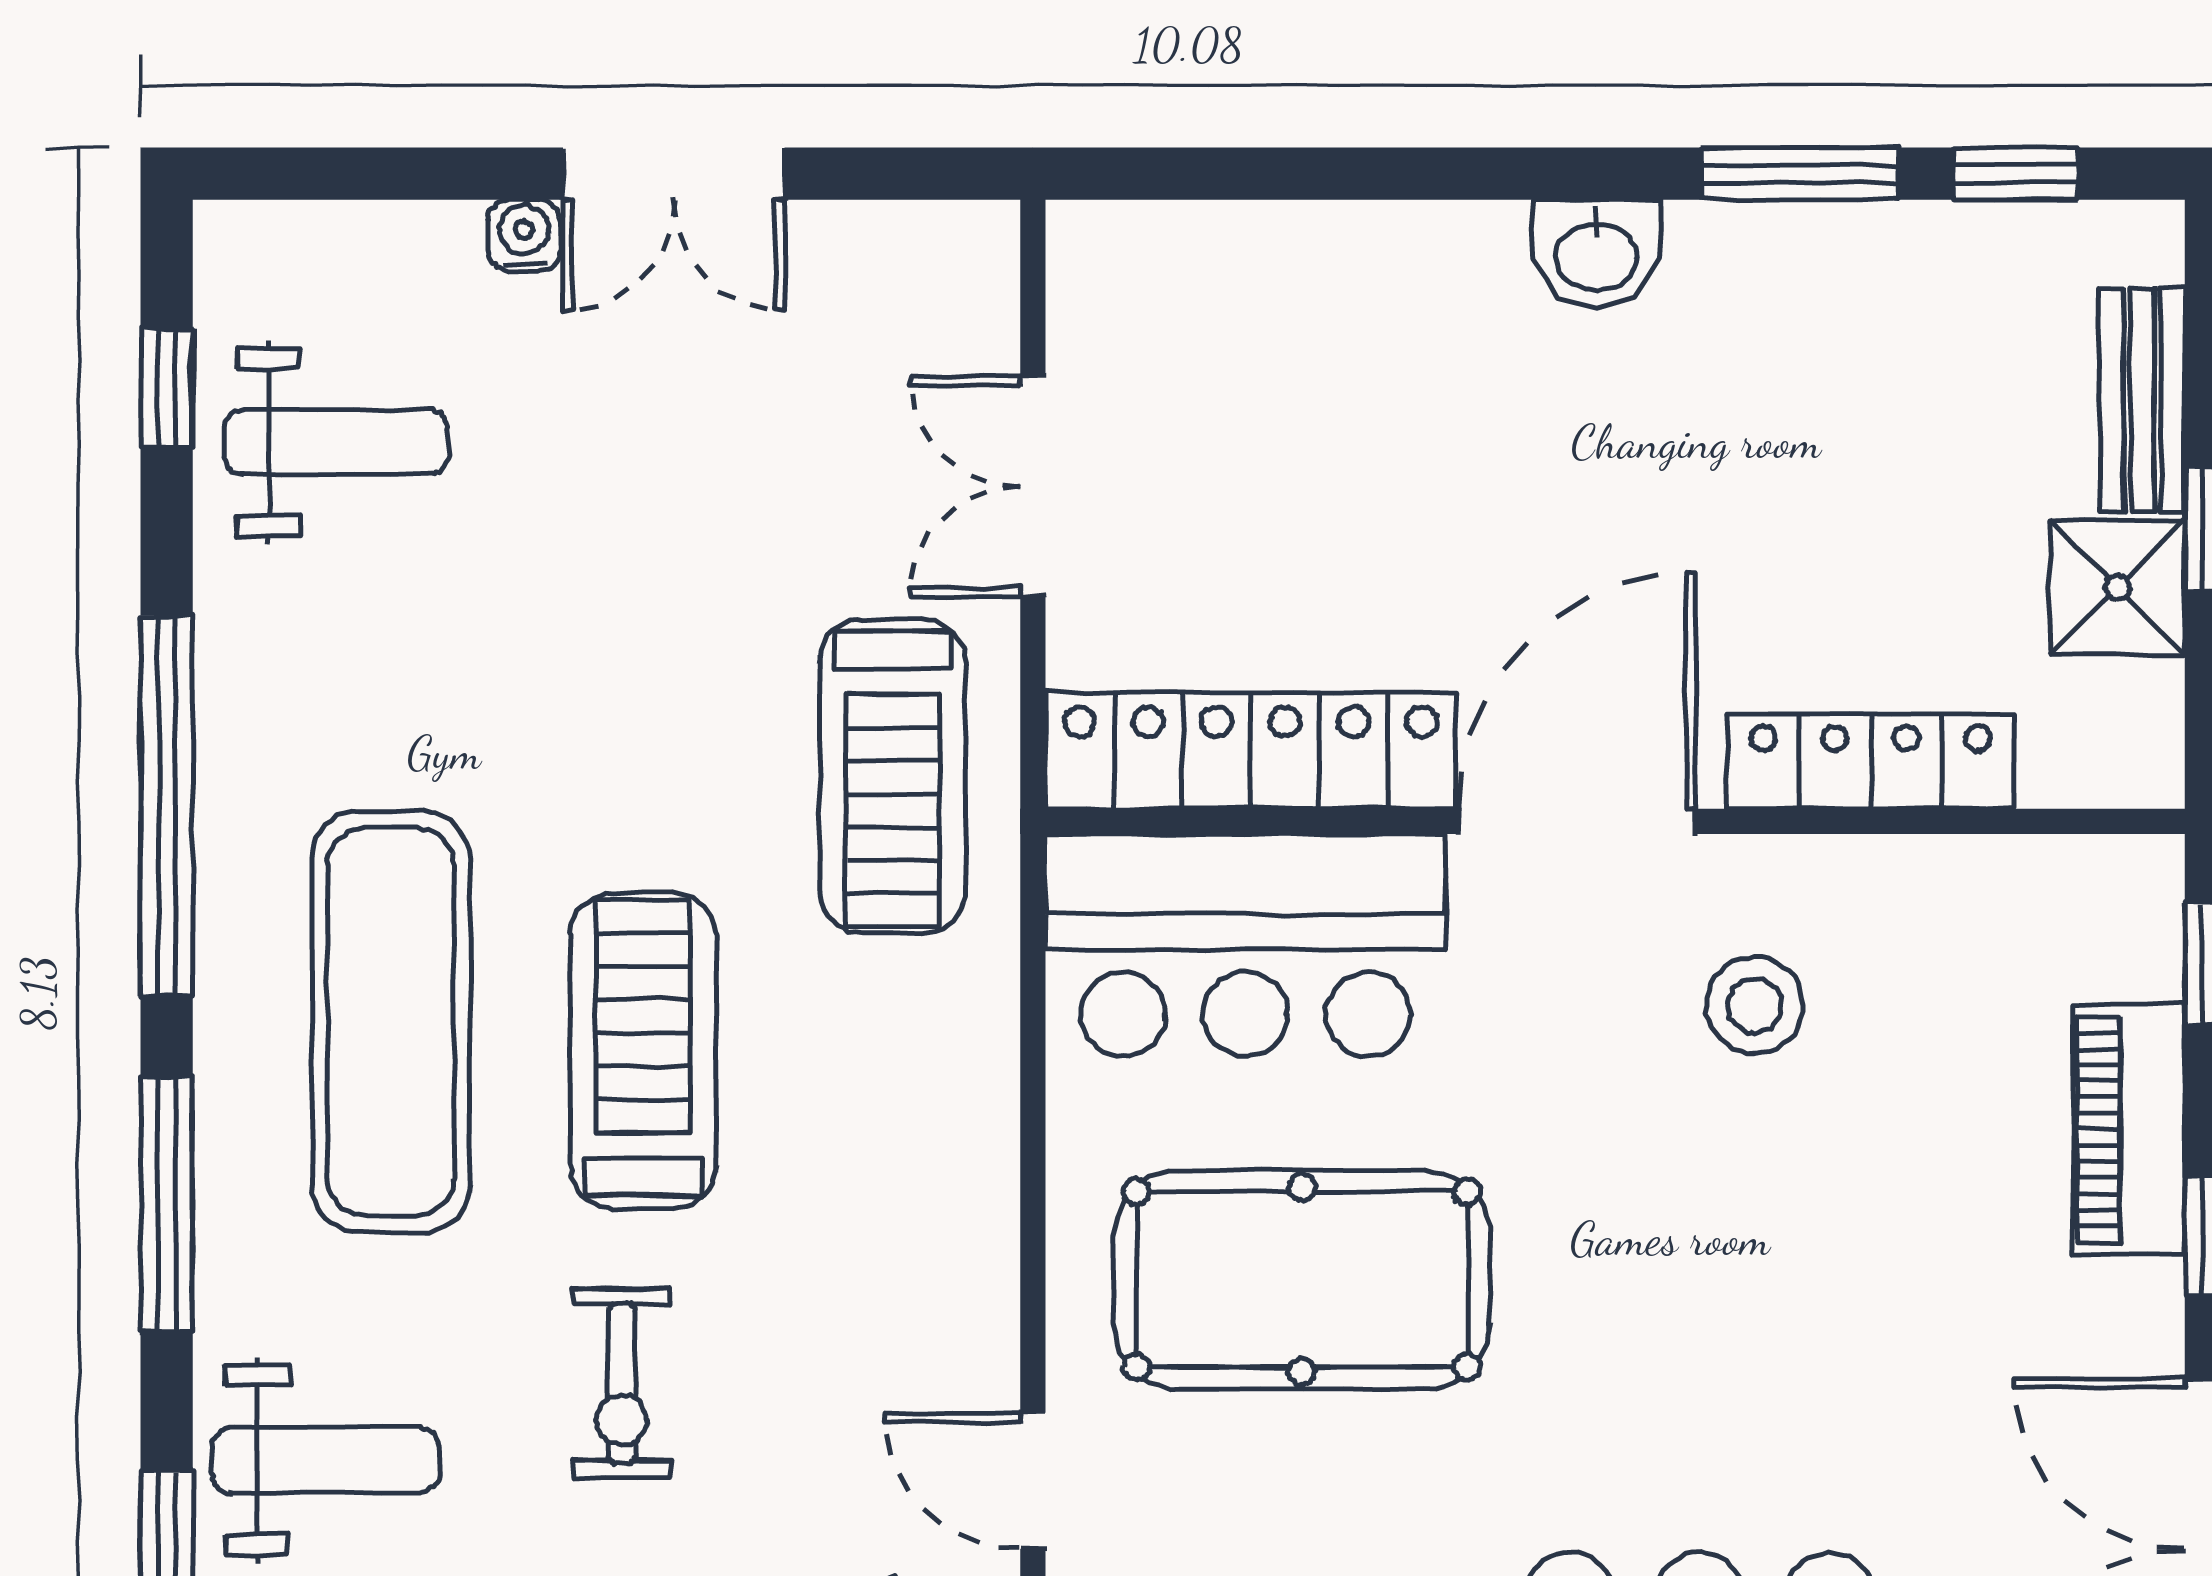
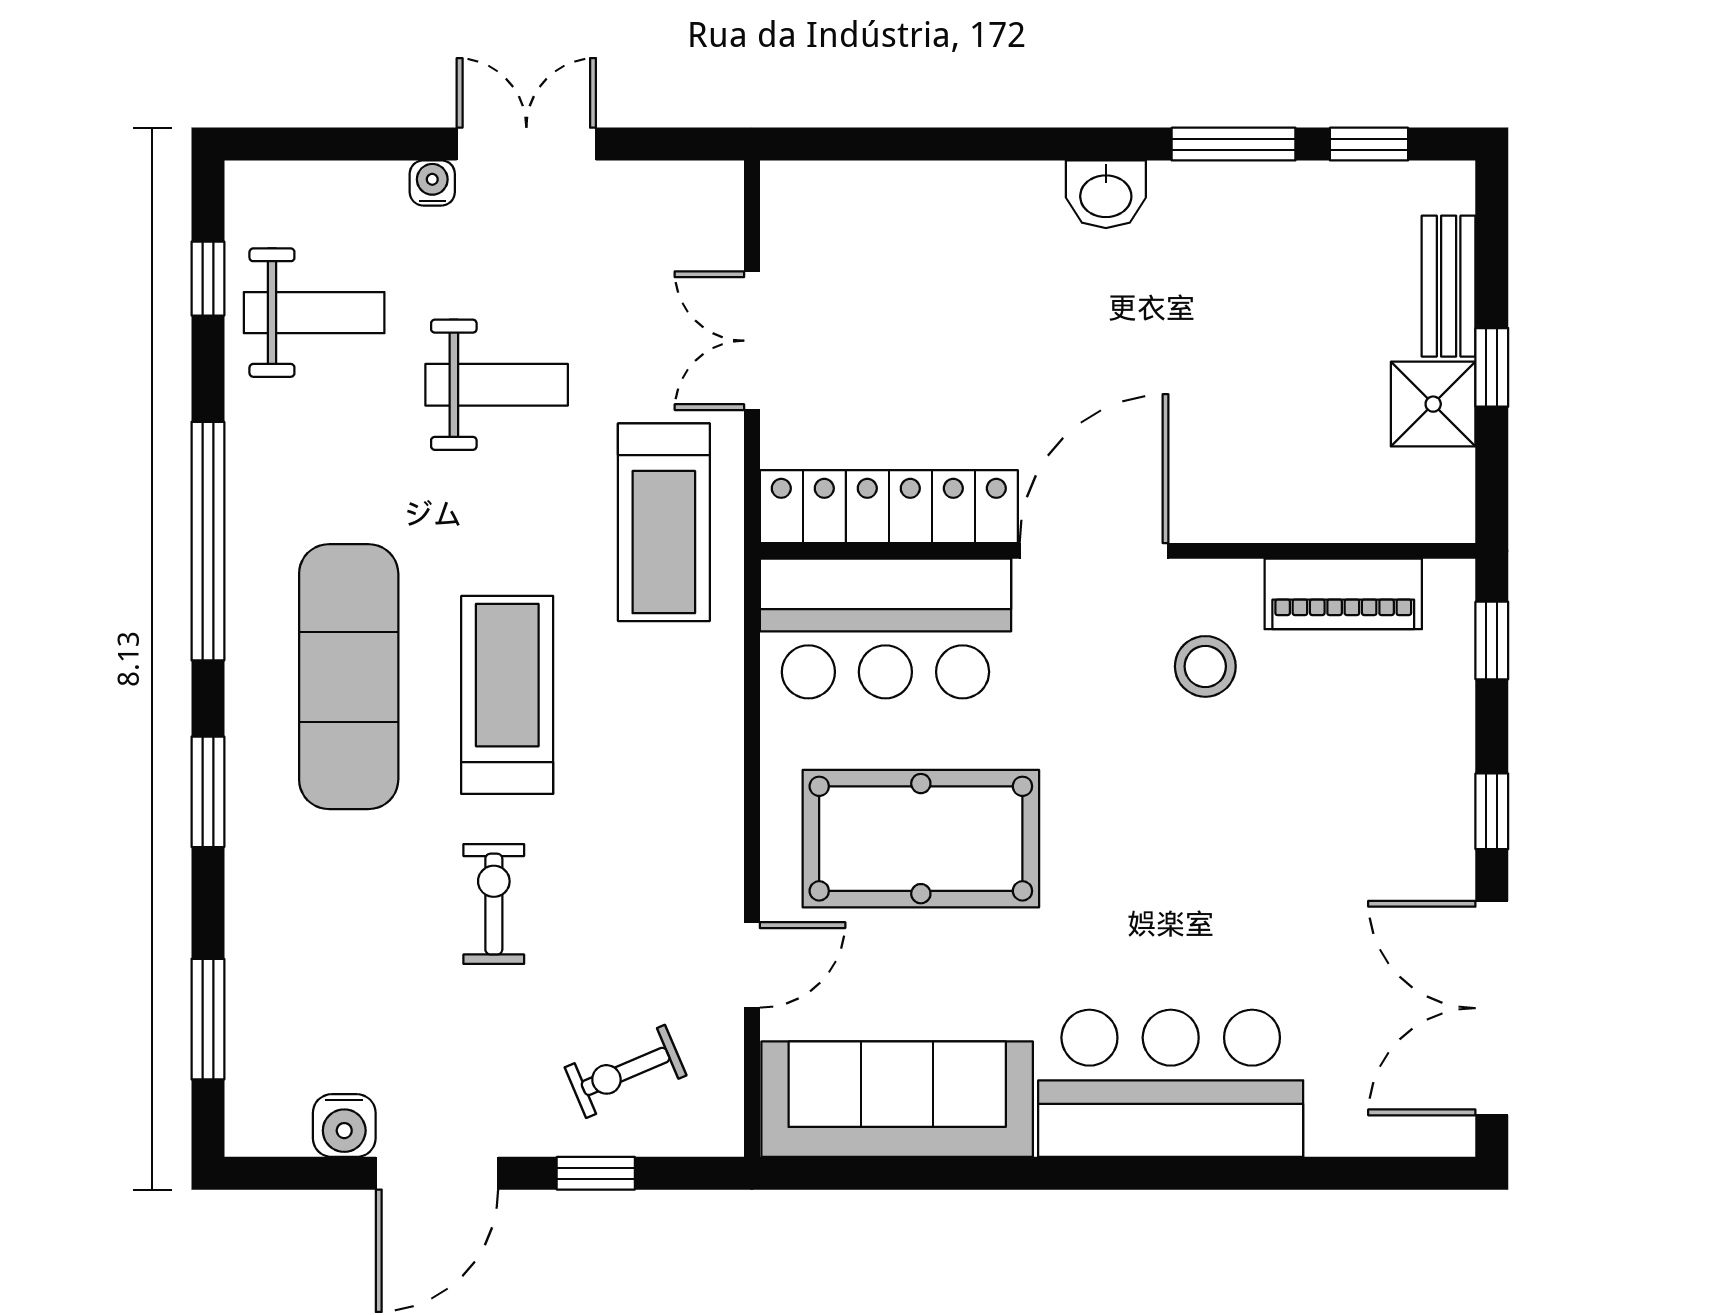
double door: (674, 174) -> (526, 144), swing flipped
locker: (1871, 762) -> (1278, 513), removed
piano: (2129, 1130) -> (1343, 594), moved, turned -90
window: (167, 1205) -> (208, 792), width x0.69
exercise bike: (622, 1384) -> (494, 904), turned 180
weight bench: (326, 1460) -> (497, 385), moved
door: (1033, 1481) -> (752, 965), swing flipped

